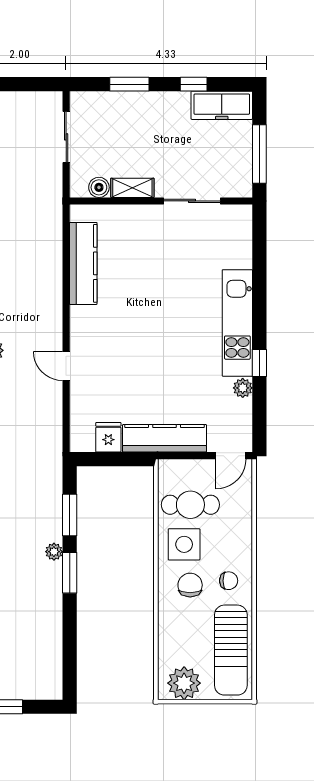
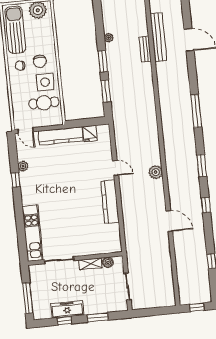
freezer: (222, 105) -> (67, 309), moved
window: (259, 154) -> (28, 298), moved
kitchen counter: (83, 263) -> (110, 202), moved
kitchen unit: (237, 323) -> (33, 233), moved
door: (231, 456) -> (26, 130), swing flipped
plant: (54, 552) -> (109, 38), moved

